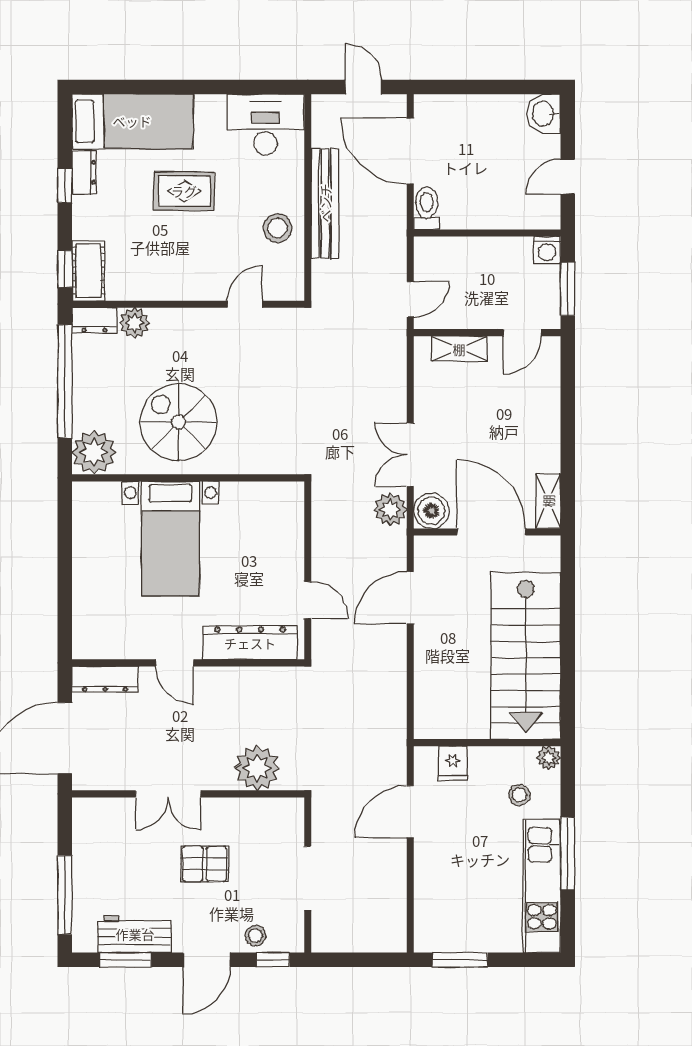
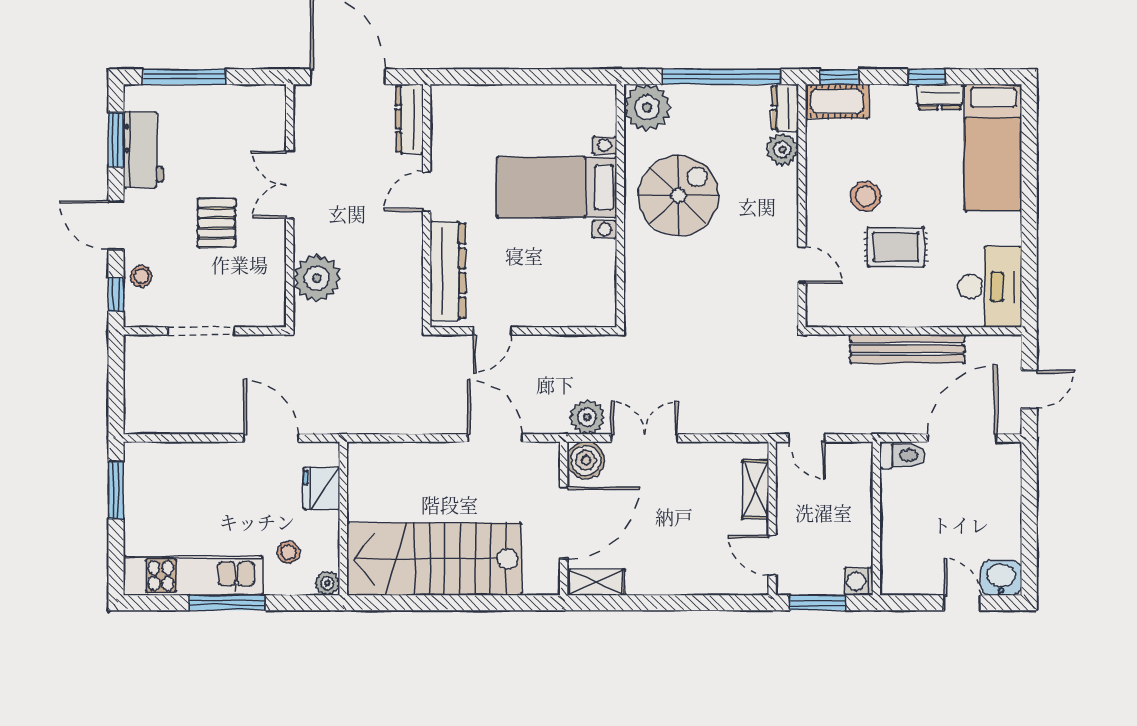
door: (568, 177) -> (962, 603), moved
rug: (184, 191) -> (896, 247), moved, turned 90
stool: (278, 228) -> (866, 196), moved
fridge: (453, 763) -> (321, 488), width x1.38

